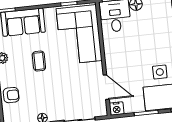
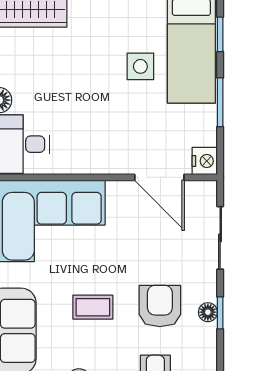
door: (106, 87) -> (159, 177), swing flipped
armchair: (43, 94) -> (160, 306), added

